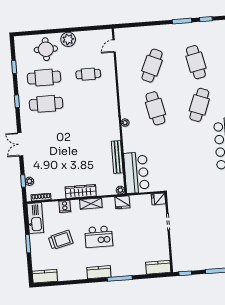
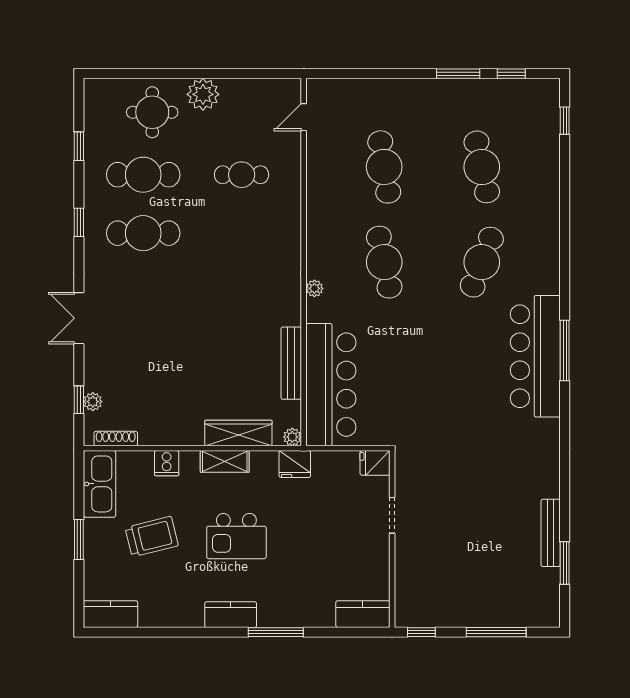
cafe table: (152, 66) -> (384, 167), turned -33
bar counter: (136, 173) -> (331, 385), width x1.36
wardrobe: (81, 191) -> (238, 433), moved

